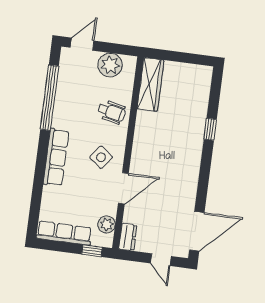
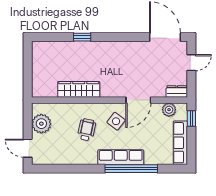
wardrobe: (151, 84) -> (79, 89), moved
window: (49, 98) -> (131, 169), moved
wheelchair: (112, 112) -> (87, 130), moved
door: (123, 188) -> (138, 100), swing flipped

